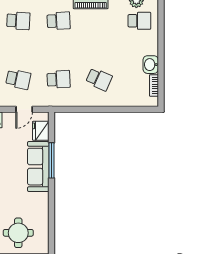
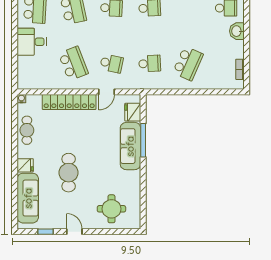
washbasin: (151, 65) -> (237, 31), moved
school desk: (99, 79) -> (188, 63), width x1.85
door: (24, 109) -> (106, 92), moved

